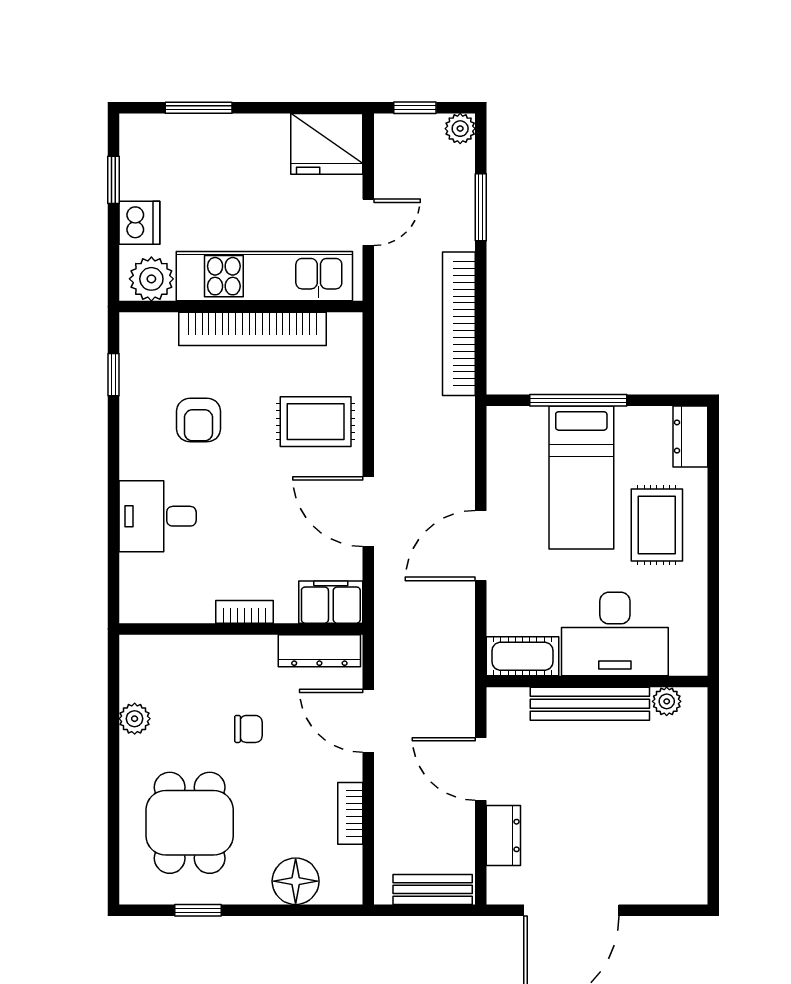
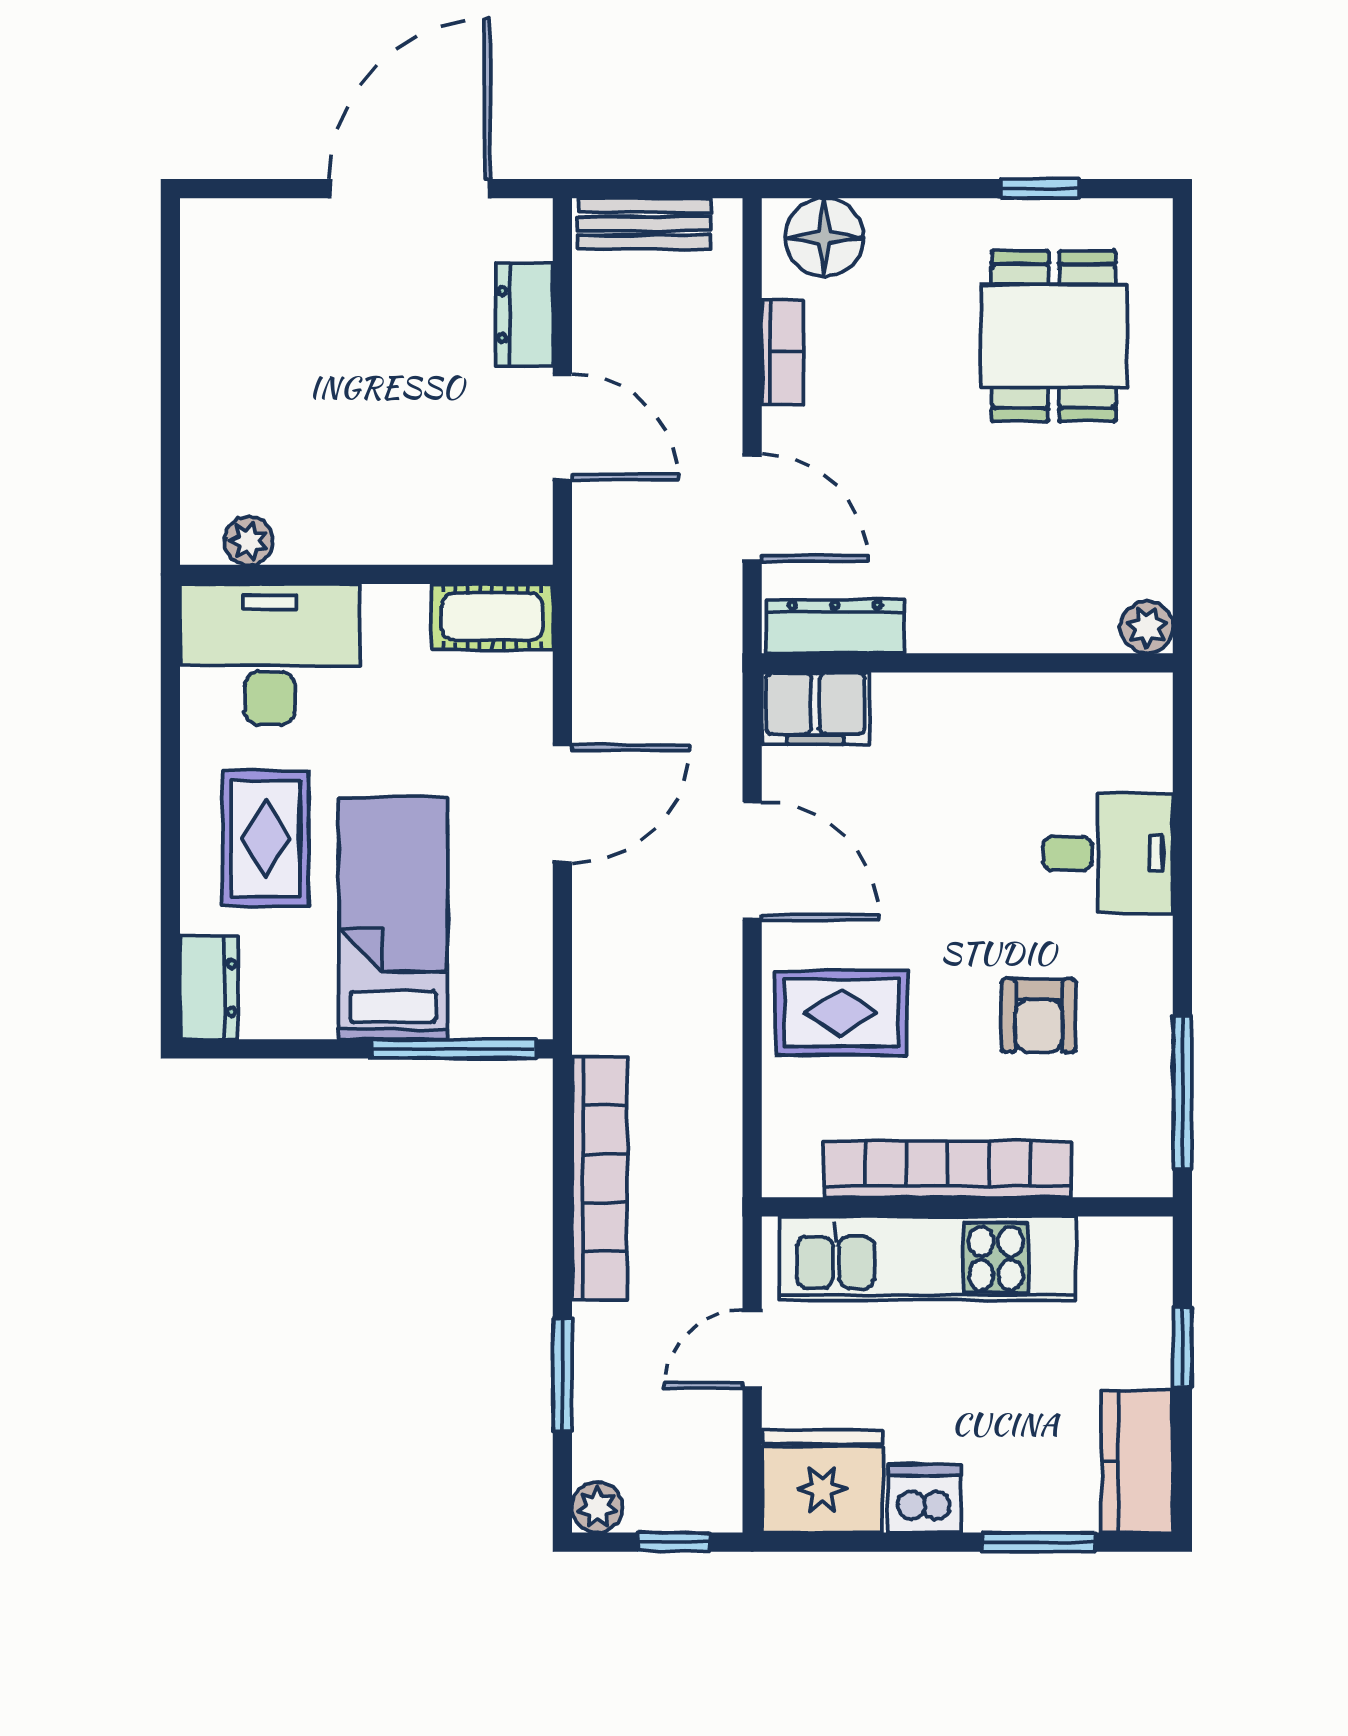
kitchen counter: (140, 156) -> (1137, 1461), added
window: (113, 180) -> (1182, 1347), moved
dishwasher: (139, 223) -> (925, 1498), moved, turned 90
plant: (151, 279) -> (1118, 1254), removed
window: (113, 375) -> (1182, 1092), width x2.17
window: (578, 400) -> (453, 1049), moved
armchair: (199, 420) -> (1039, 1016), turned 180
bookcase: (245, 612) -> (961, 692), removed
desk: (615, 634) -> (270, 655), moved
bench: (590, 704) -> (378, 537), removed
plant: (135, 719) -> (1147, 627), moved
chair: (248, 729) -> (955, 494), removed
floor lamp: (296, 881) -> (824, 237), moved

